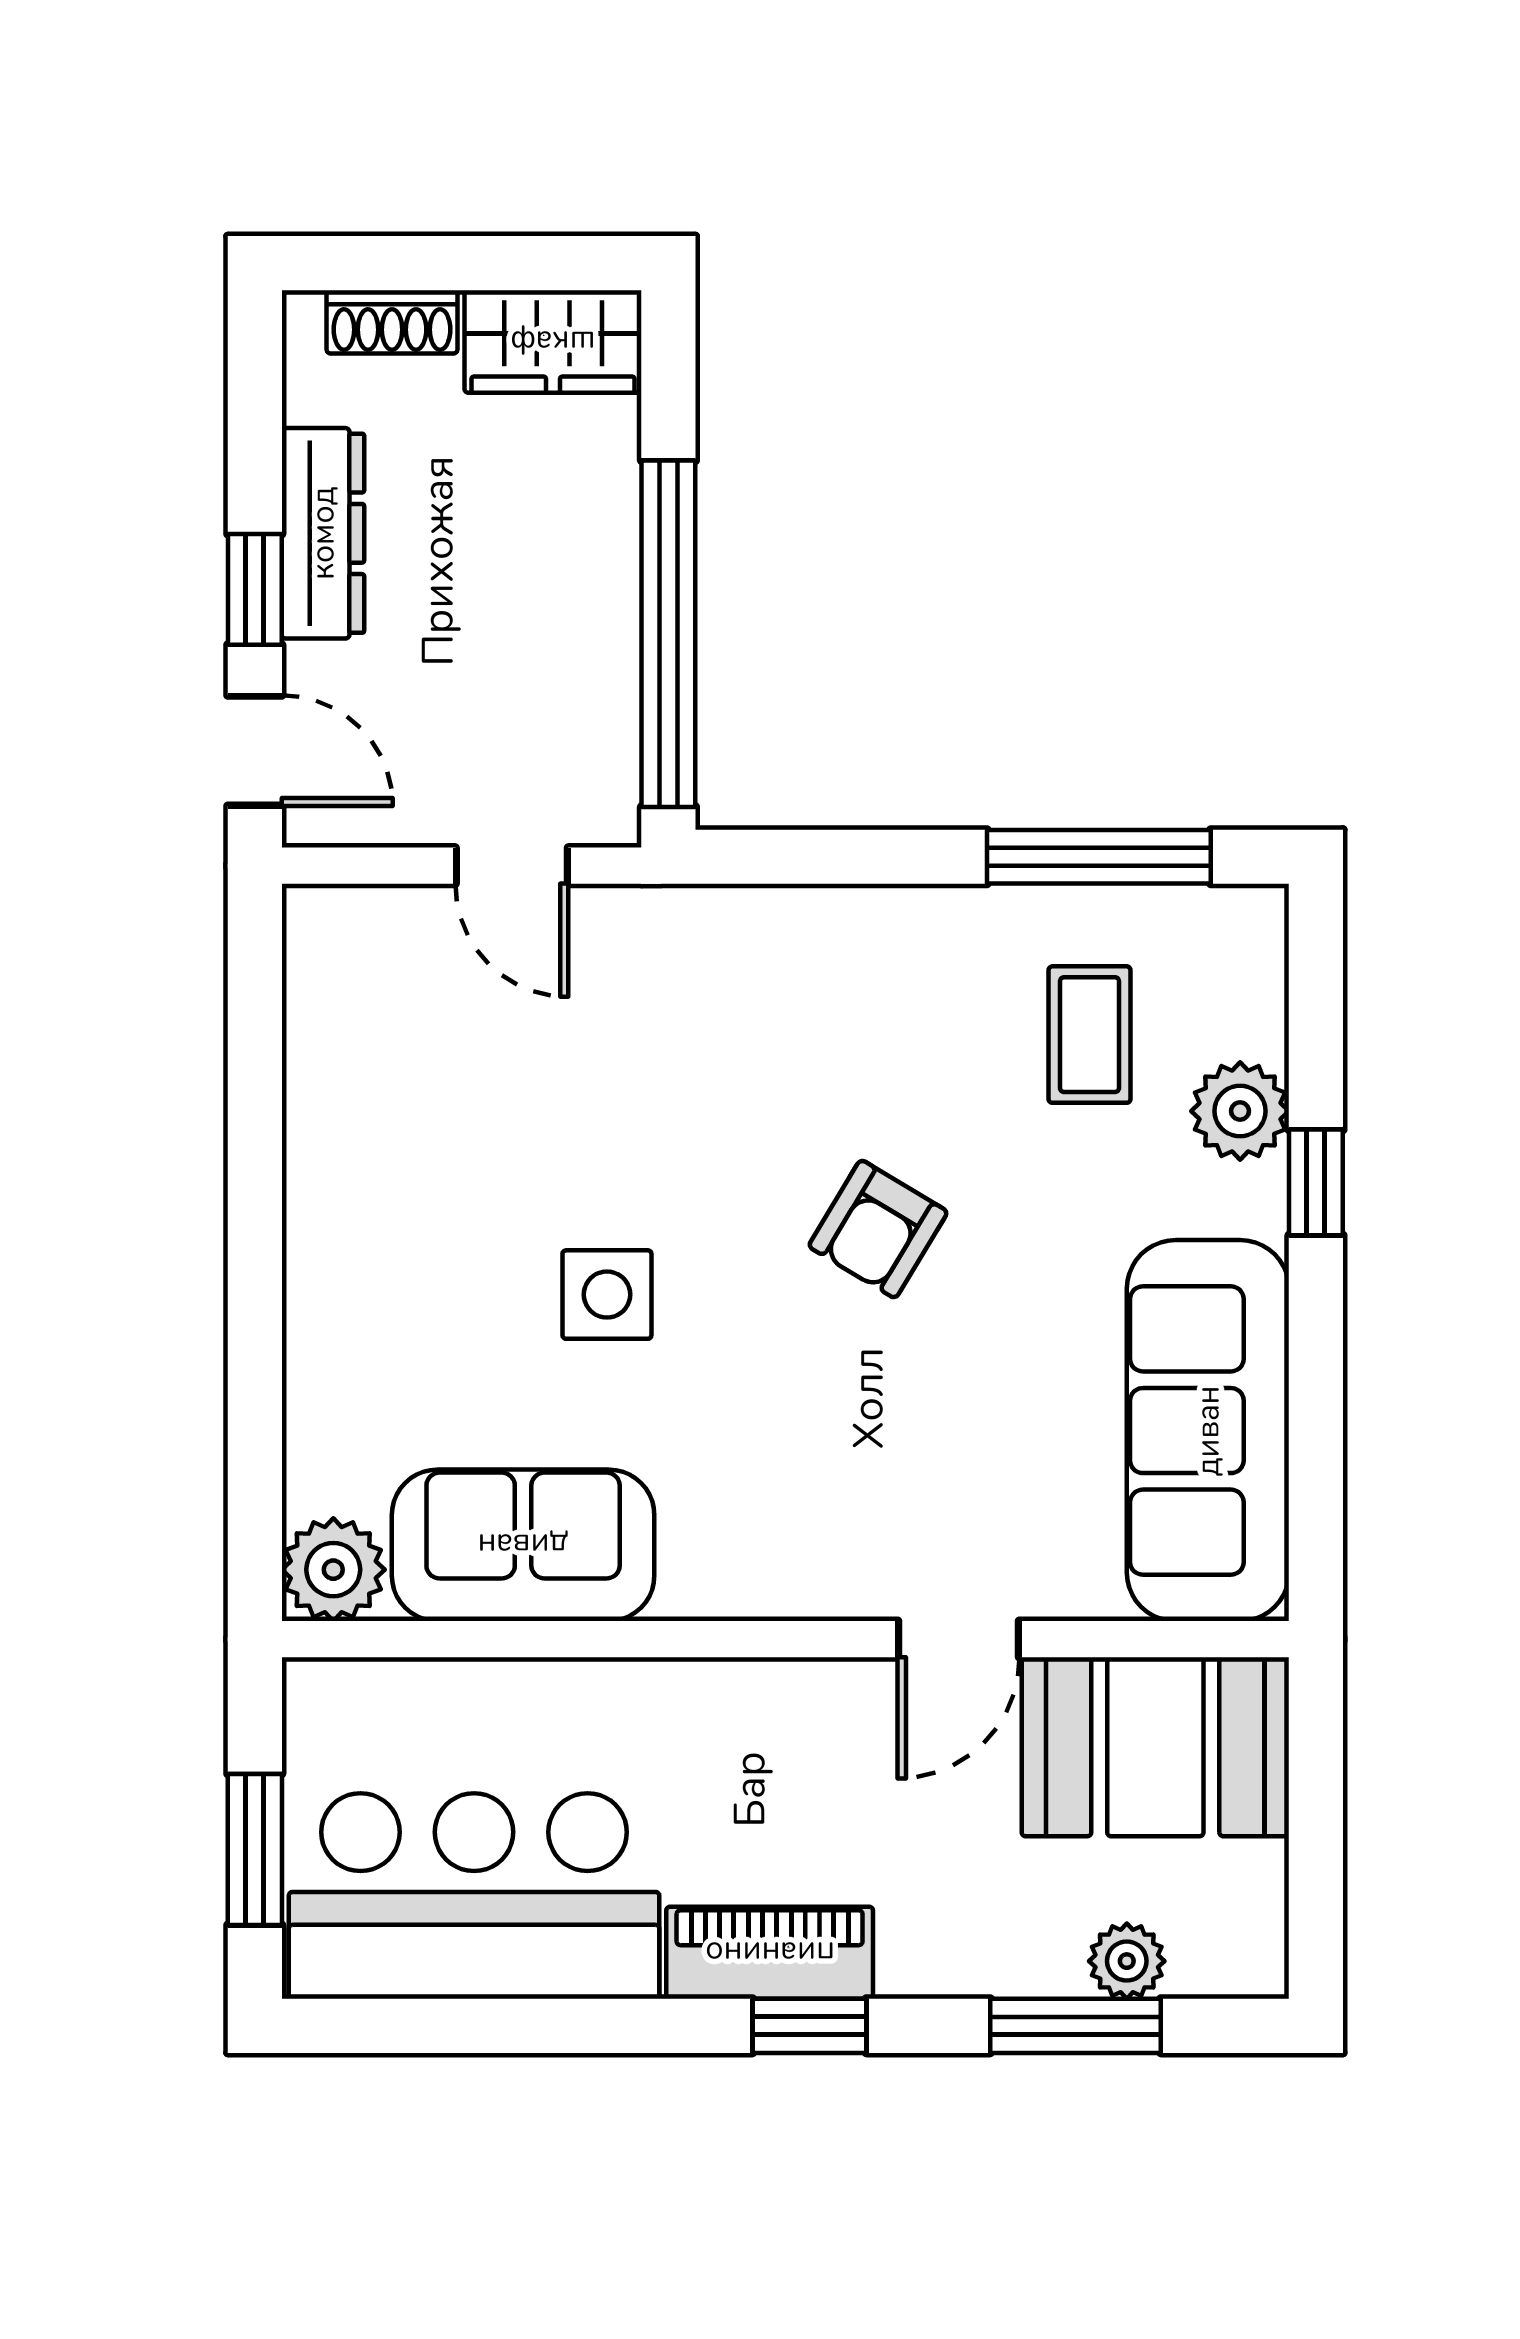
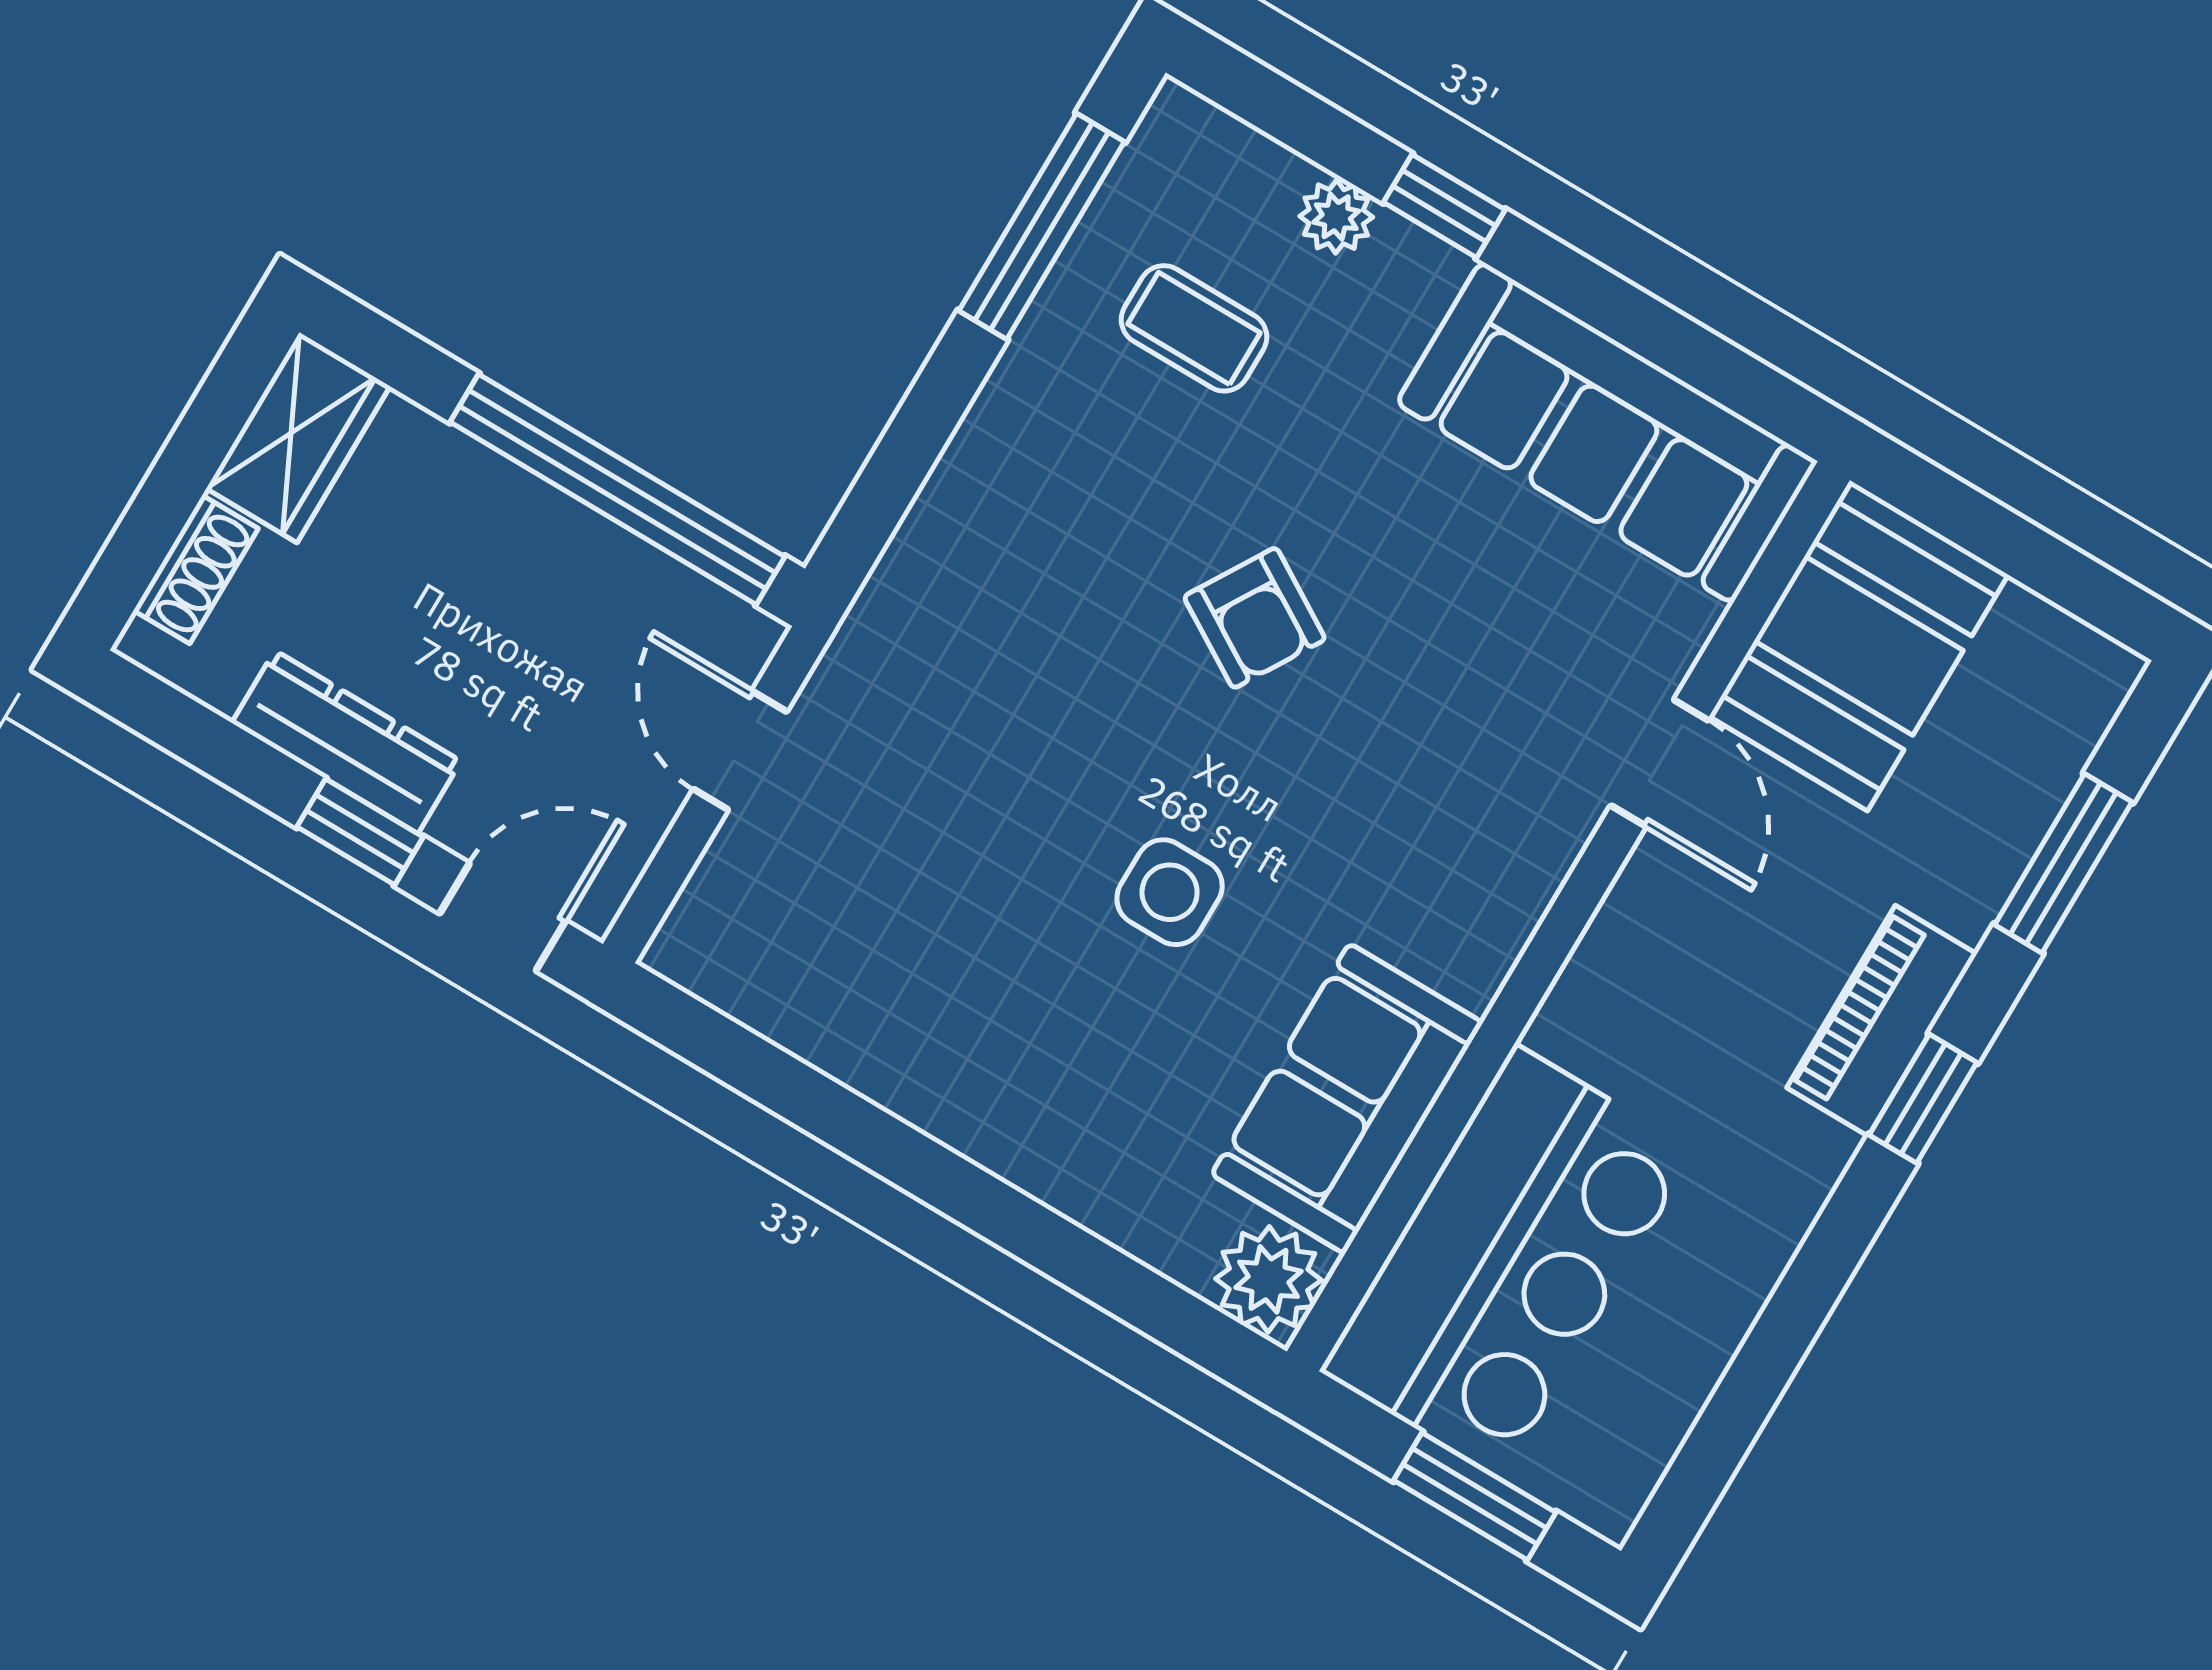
door: (512, 866) -> (740, 750), swing flipped
plant: (1240, 1111) -> (1336, 217), width x0.73, depth x0.73
bar counter: (474, 1896) -> (1508, 1261), moved, turned 180
piano: (770, 1953) -> (1882, 1021), moved
plant: (1127, 1961) -> (2033, 784), removed

